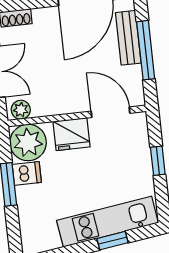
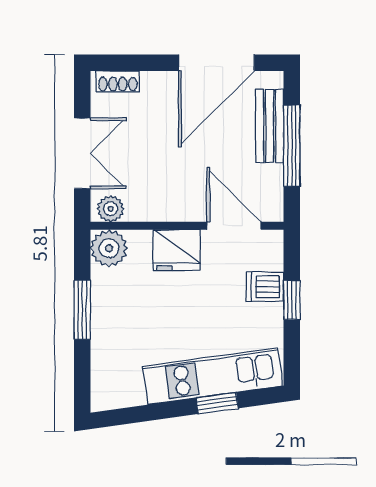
plant: (28, 142) -> (109, 248), width x0.73, depth x0.73
dishwasher: (27, 173) -> (265, 287), moved, turned 180

